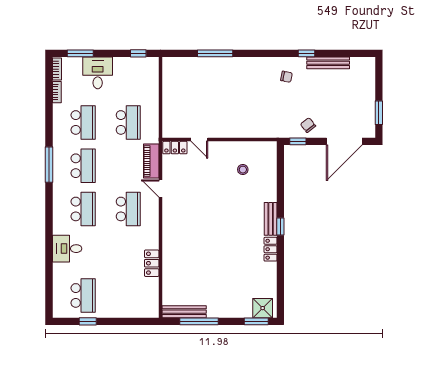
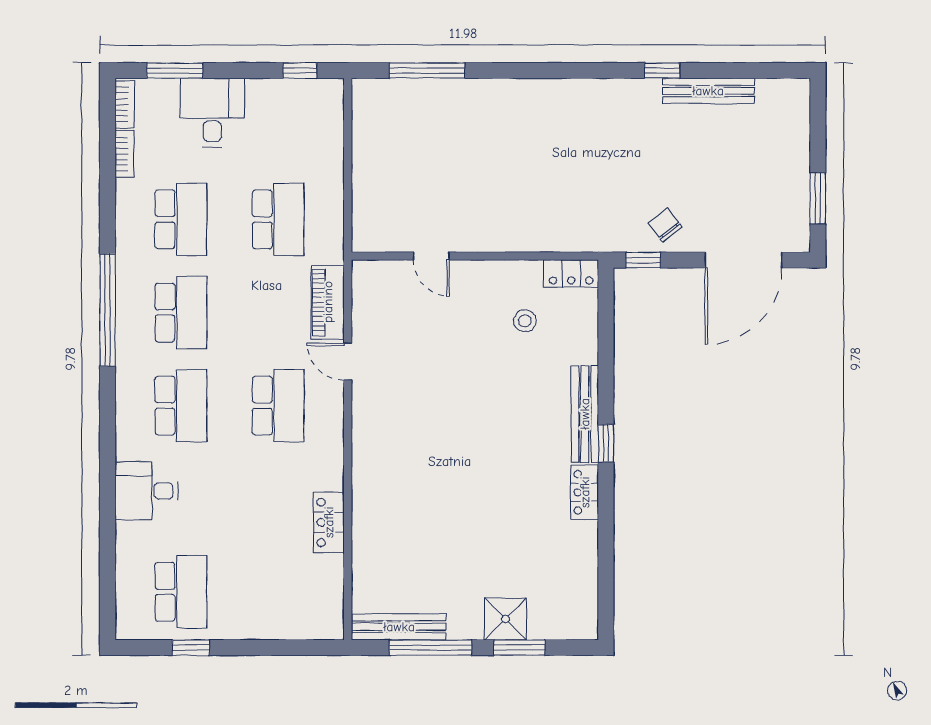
window: (215, 53) -> (427, 71), moved
chair: (287, 77) -> (619, 121), removed
locker: (175, 148) -> (571, 273), moved
window: (49, 165) -> (108, 310), width x1.46
bench: (271, 219) -> (585, 414), width x1.36
shower: (263, 308) -> (505, 619), moved
window: (256, 321) -> (519, 648), moved

